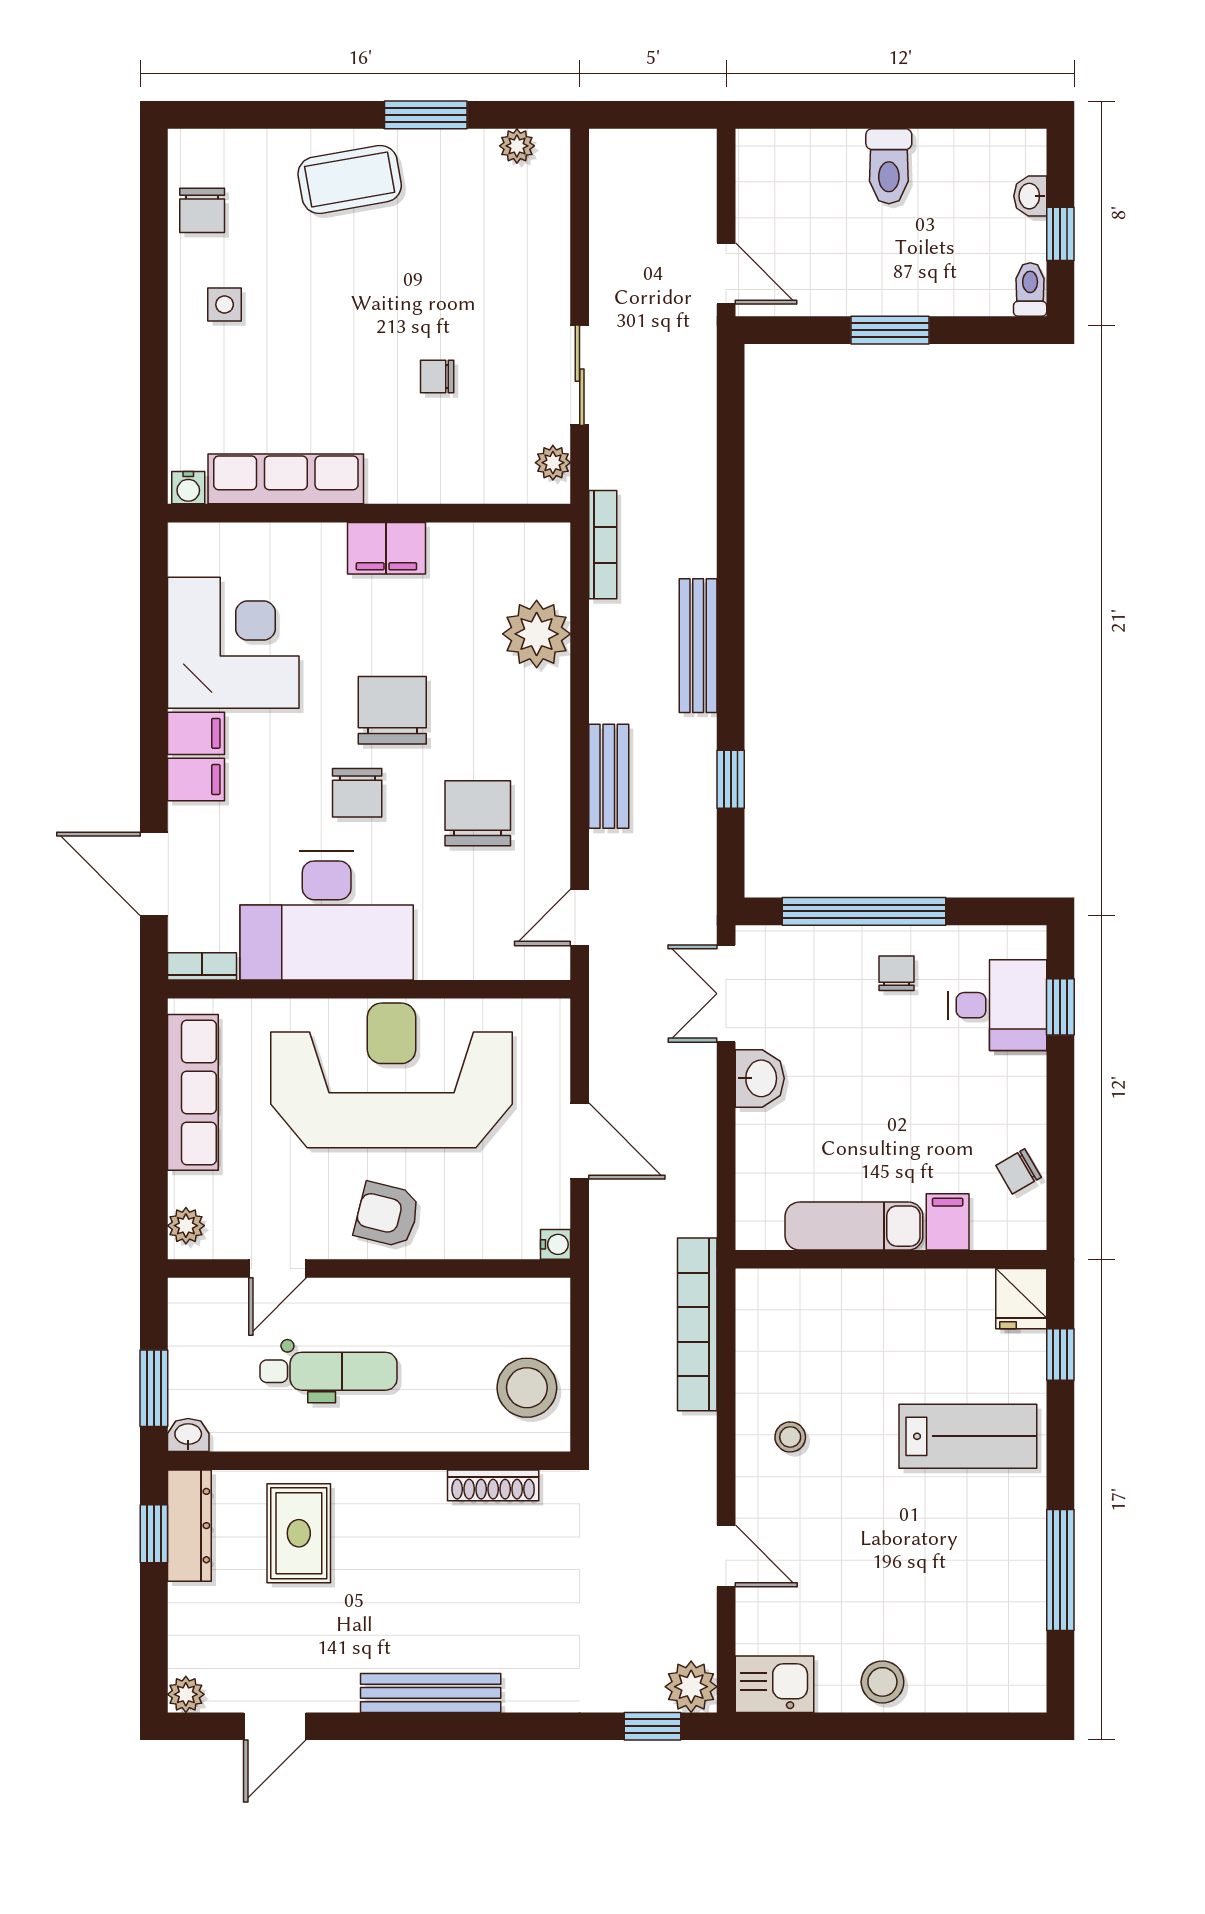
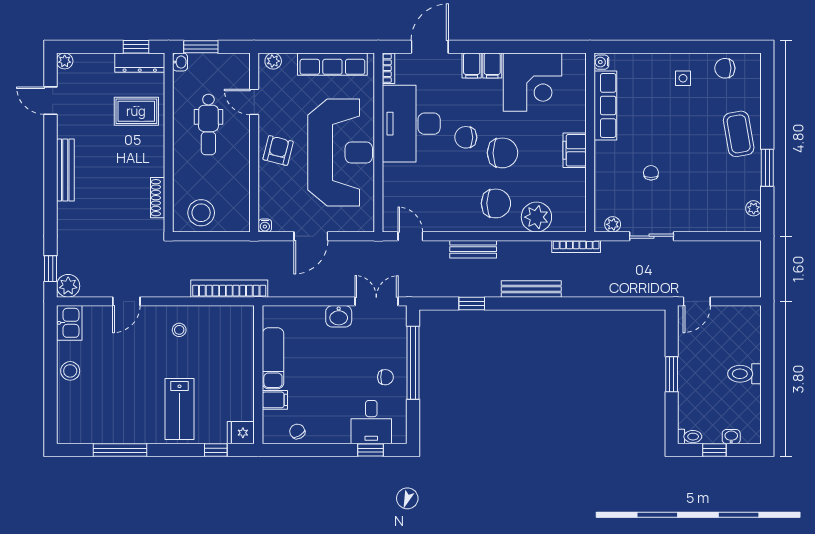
chair: (478, 813) -> (496, 203), moved

